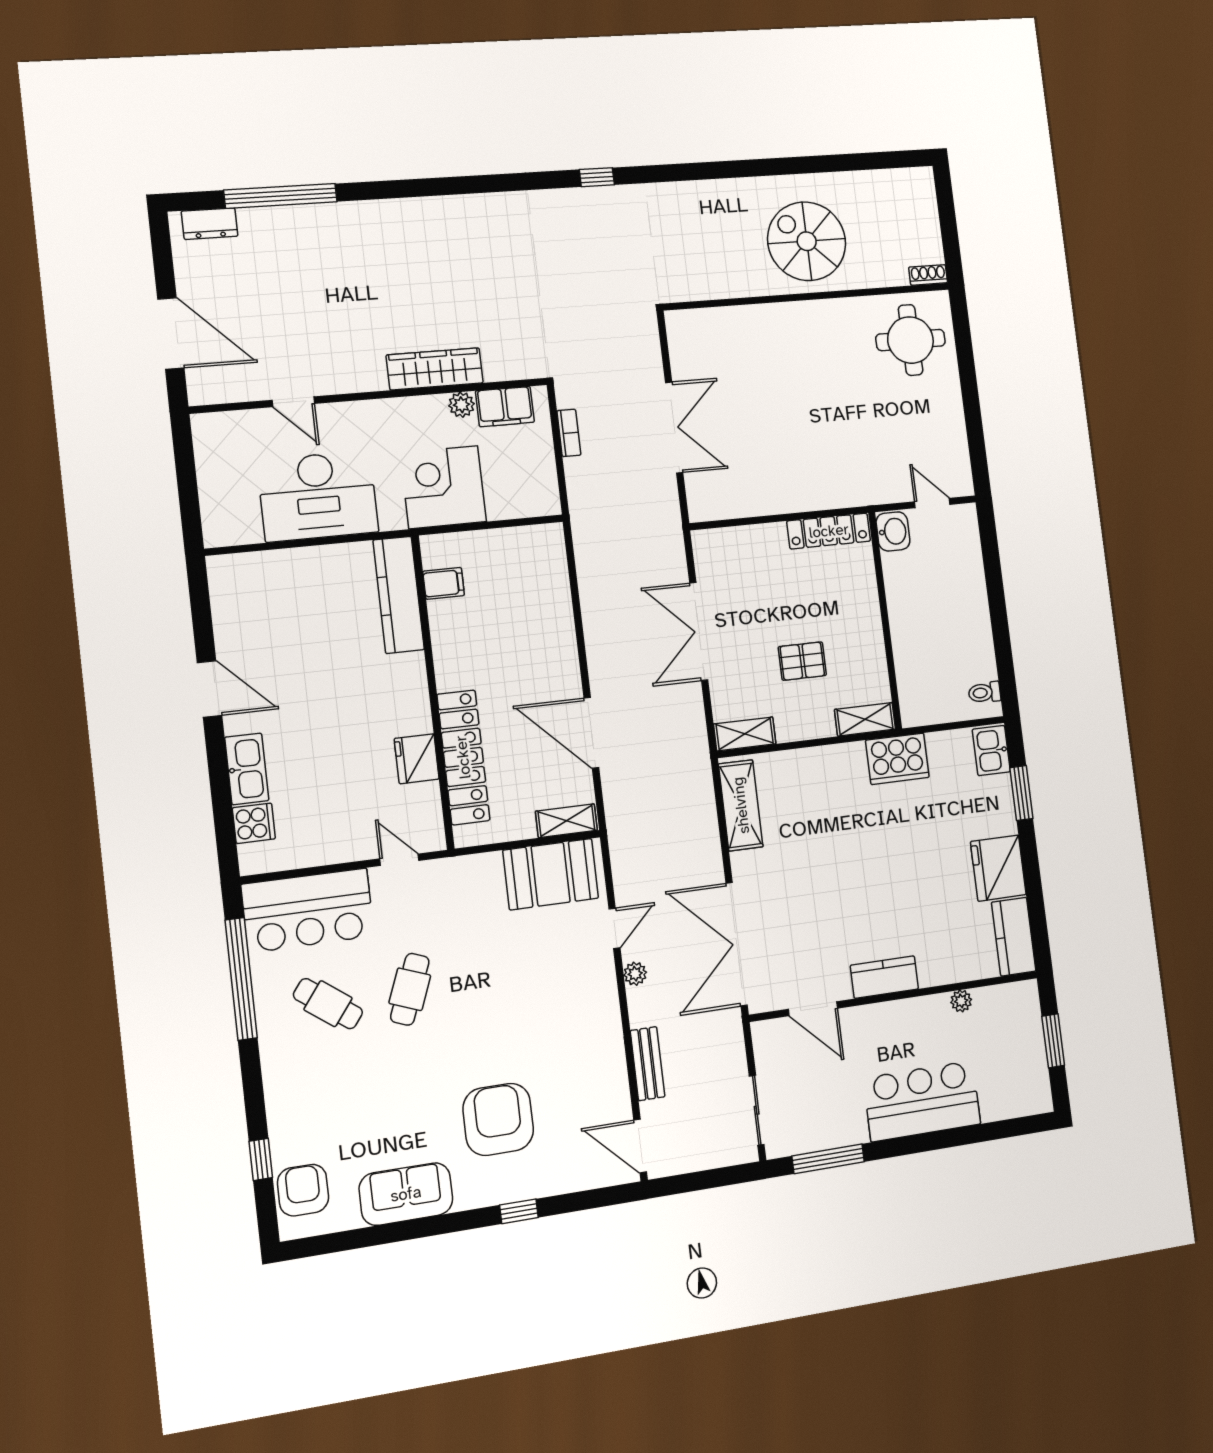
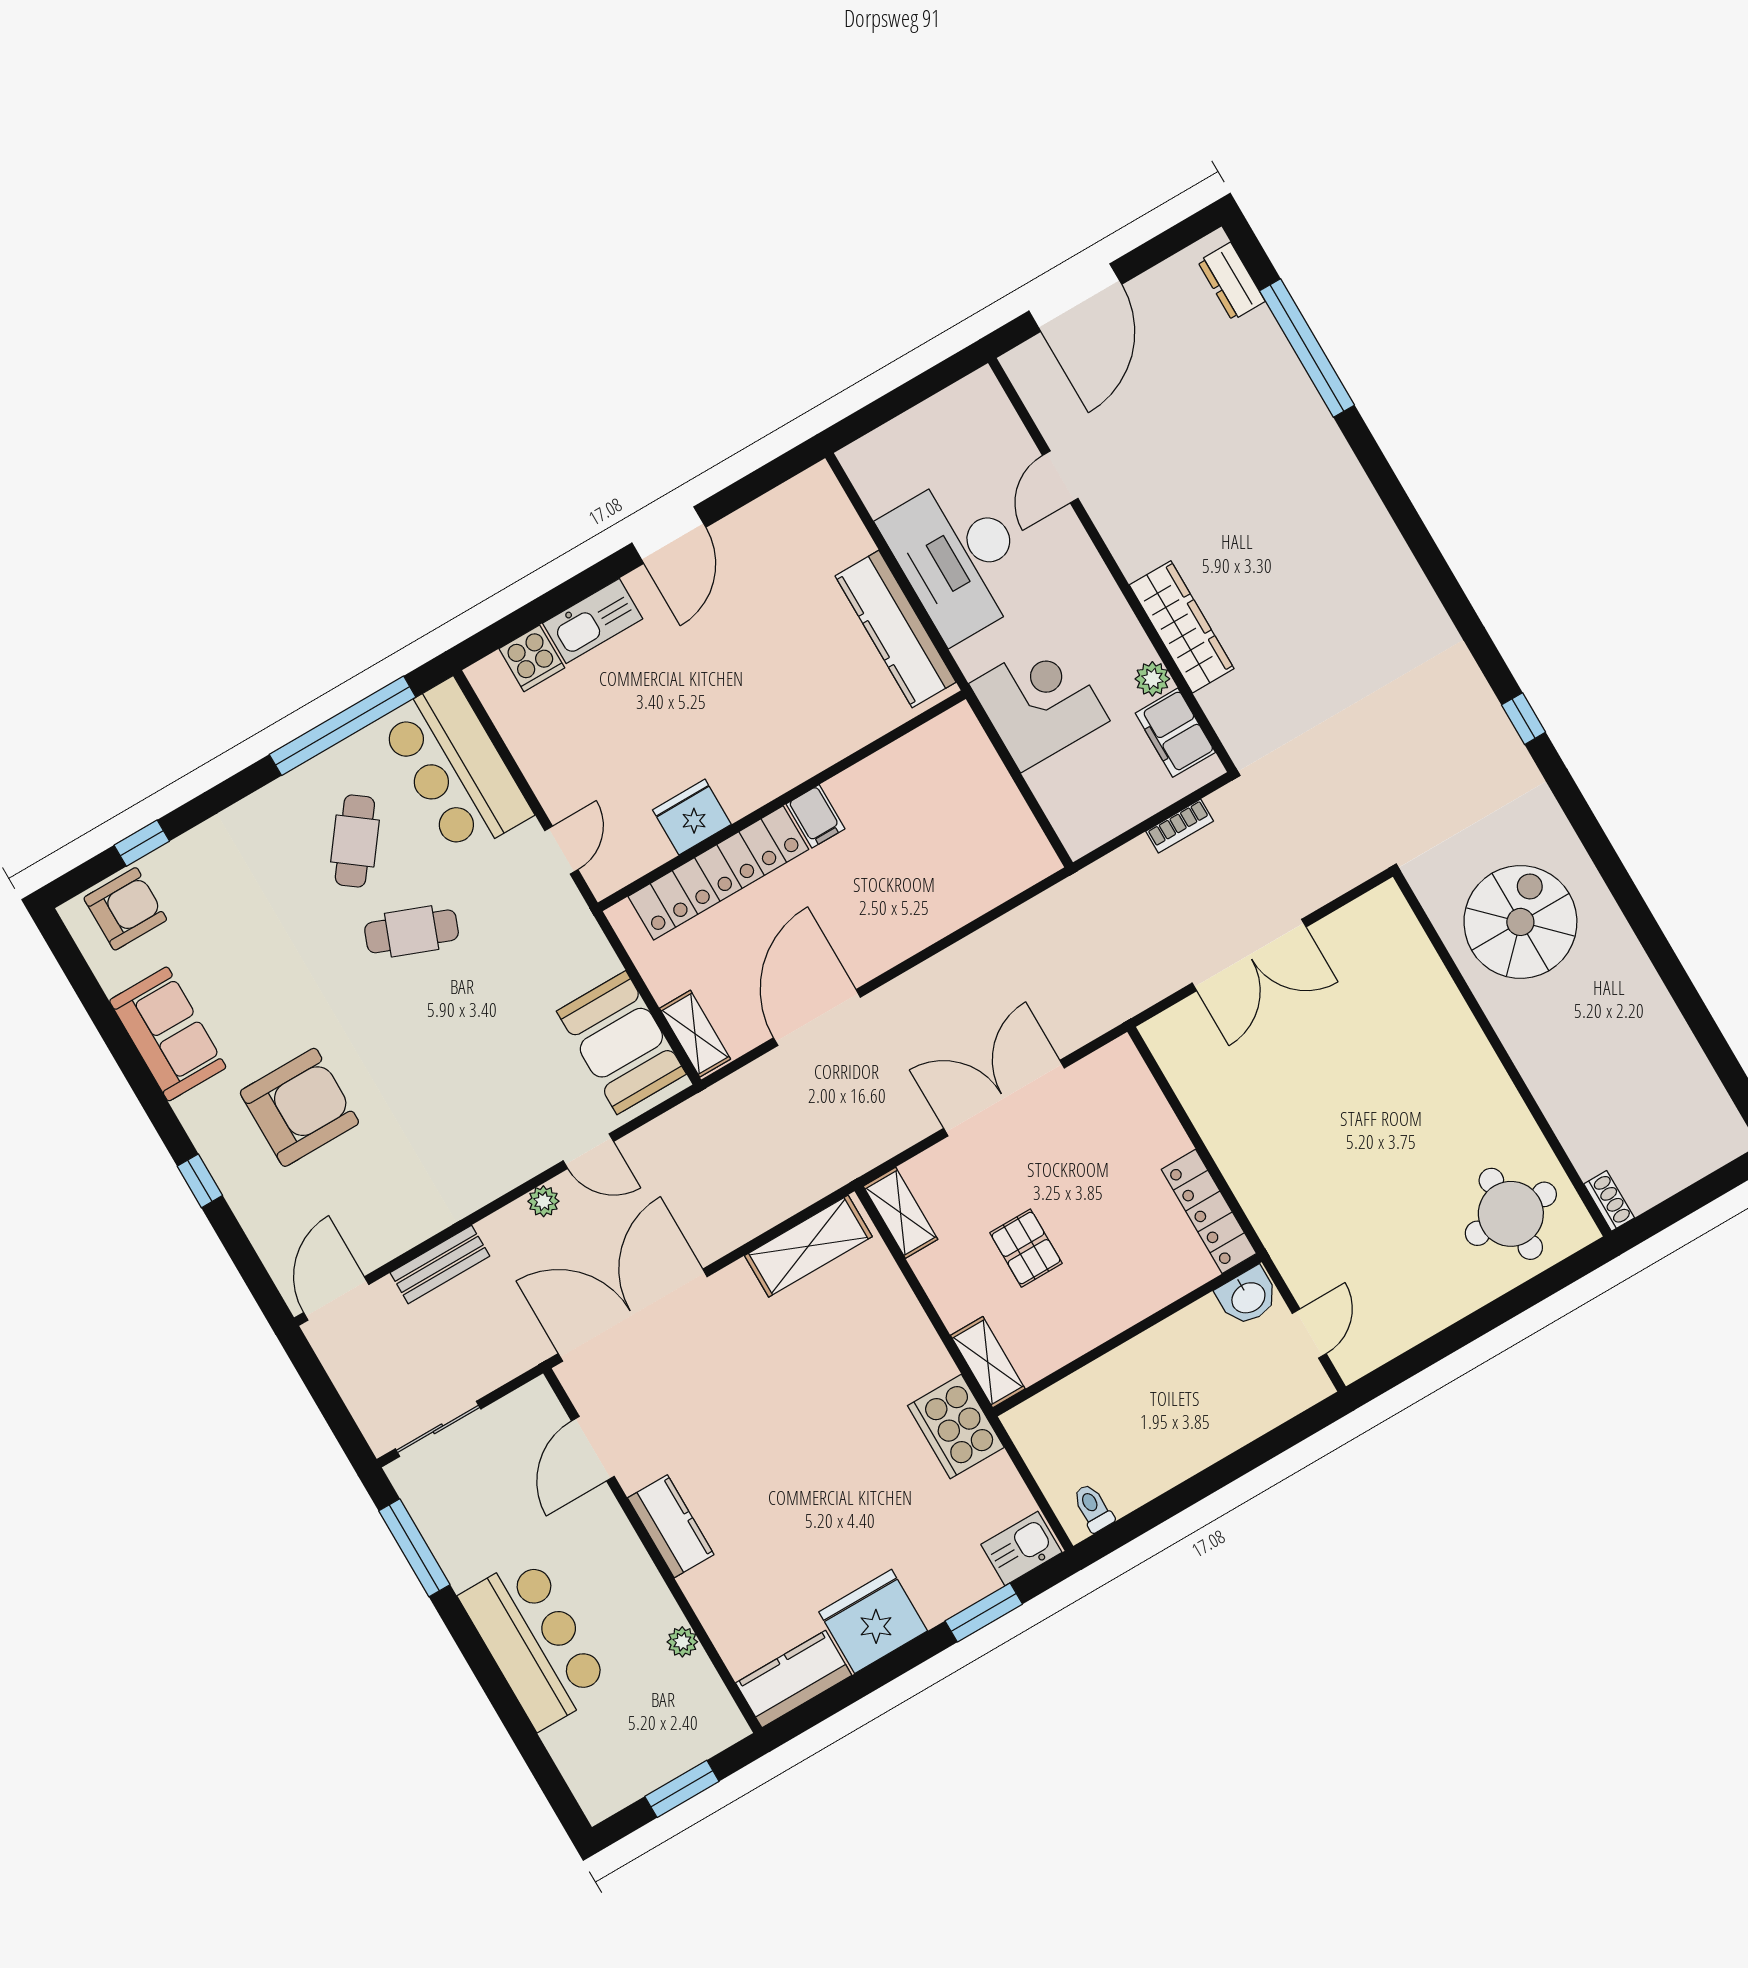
spiral stairs: (807, 241) -> (1520, 922), moved
filing cabinet: (444, 583) -> (816, 816), moved
kitchen counter: (399, 595) -> (896, 629), moved, turned -90

